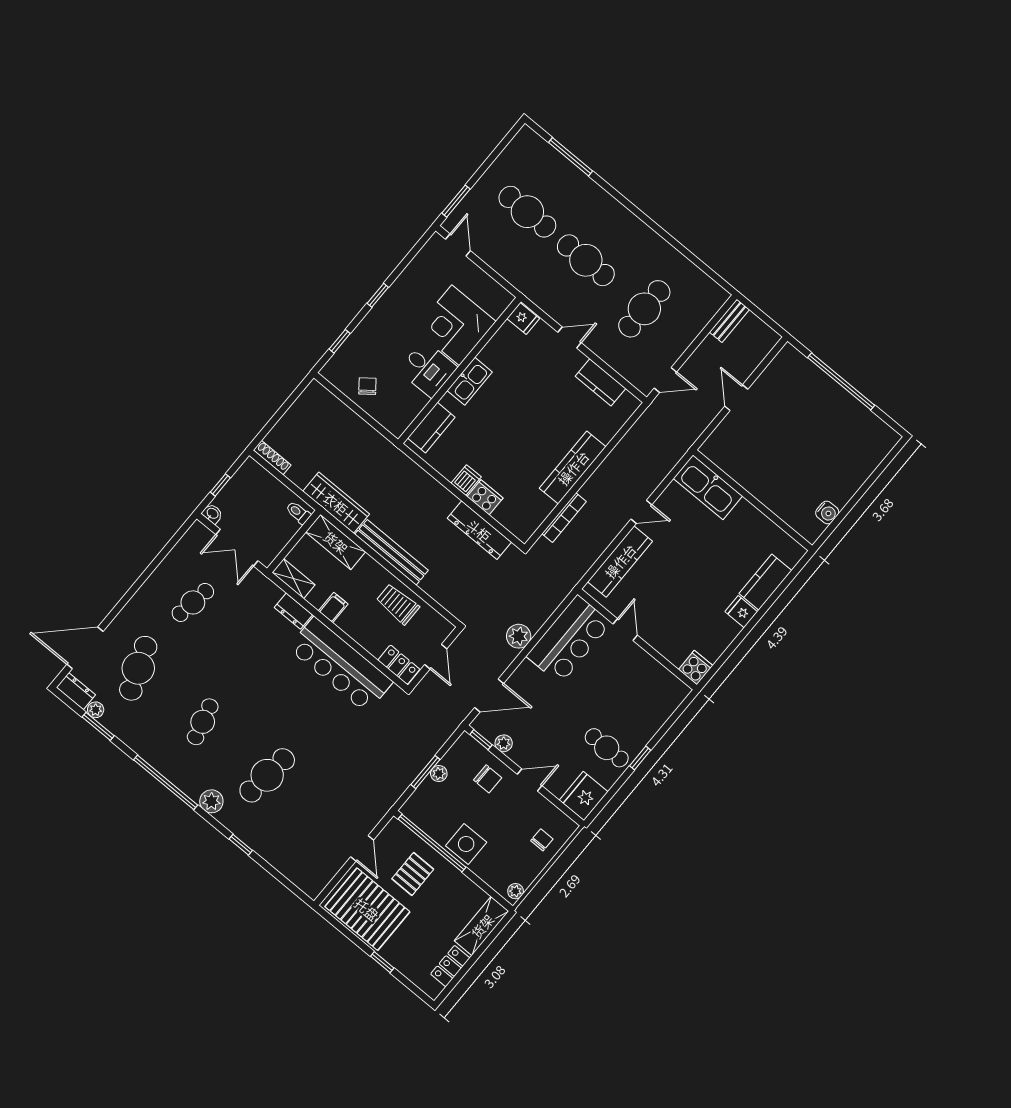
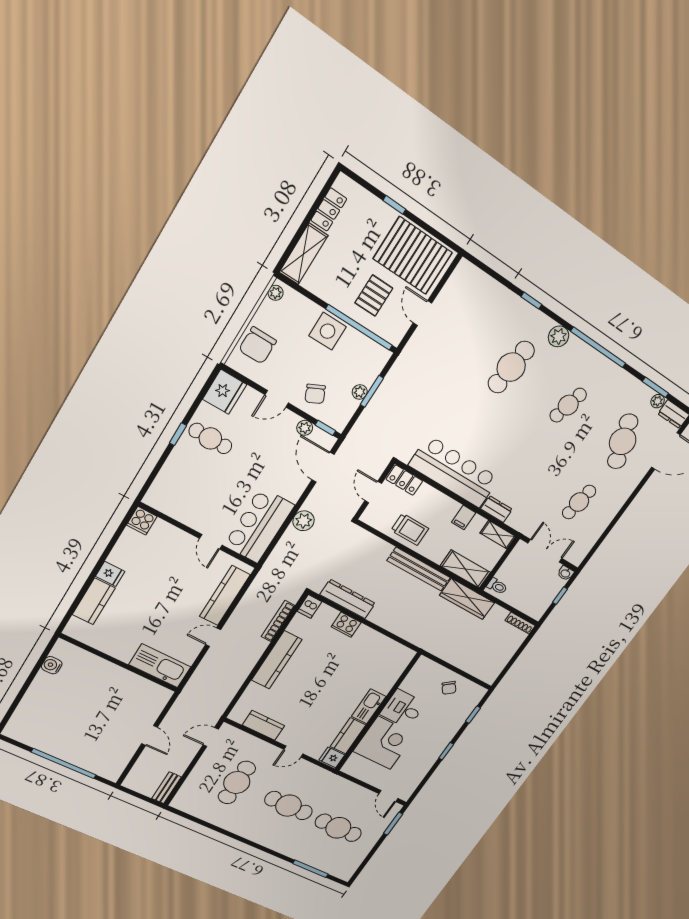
kitchen counter: (431, 428) -> (348, 736), moved
dishwasher: (466, 480) -> (309, 606), moved
door: (489, 695) -> (323, 467), hinge flipped
cafe table: (203, 722) -> (568, 405), turned 30
chair: (488, 779) -> (315, 394), turned -115
chair: (542, 840) -> (258, 345), width x1.87, depth x1.87

